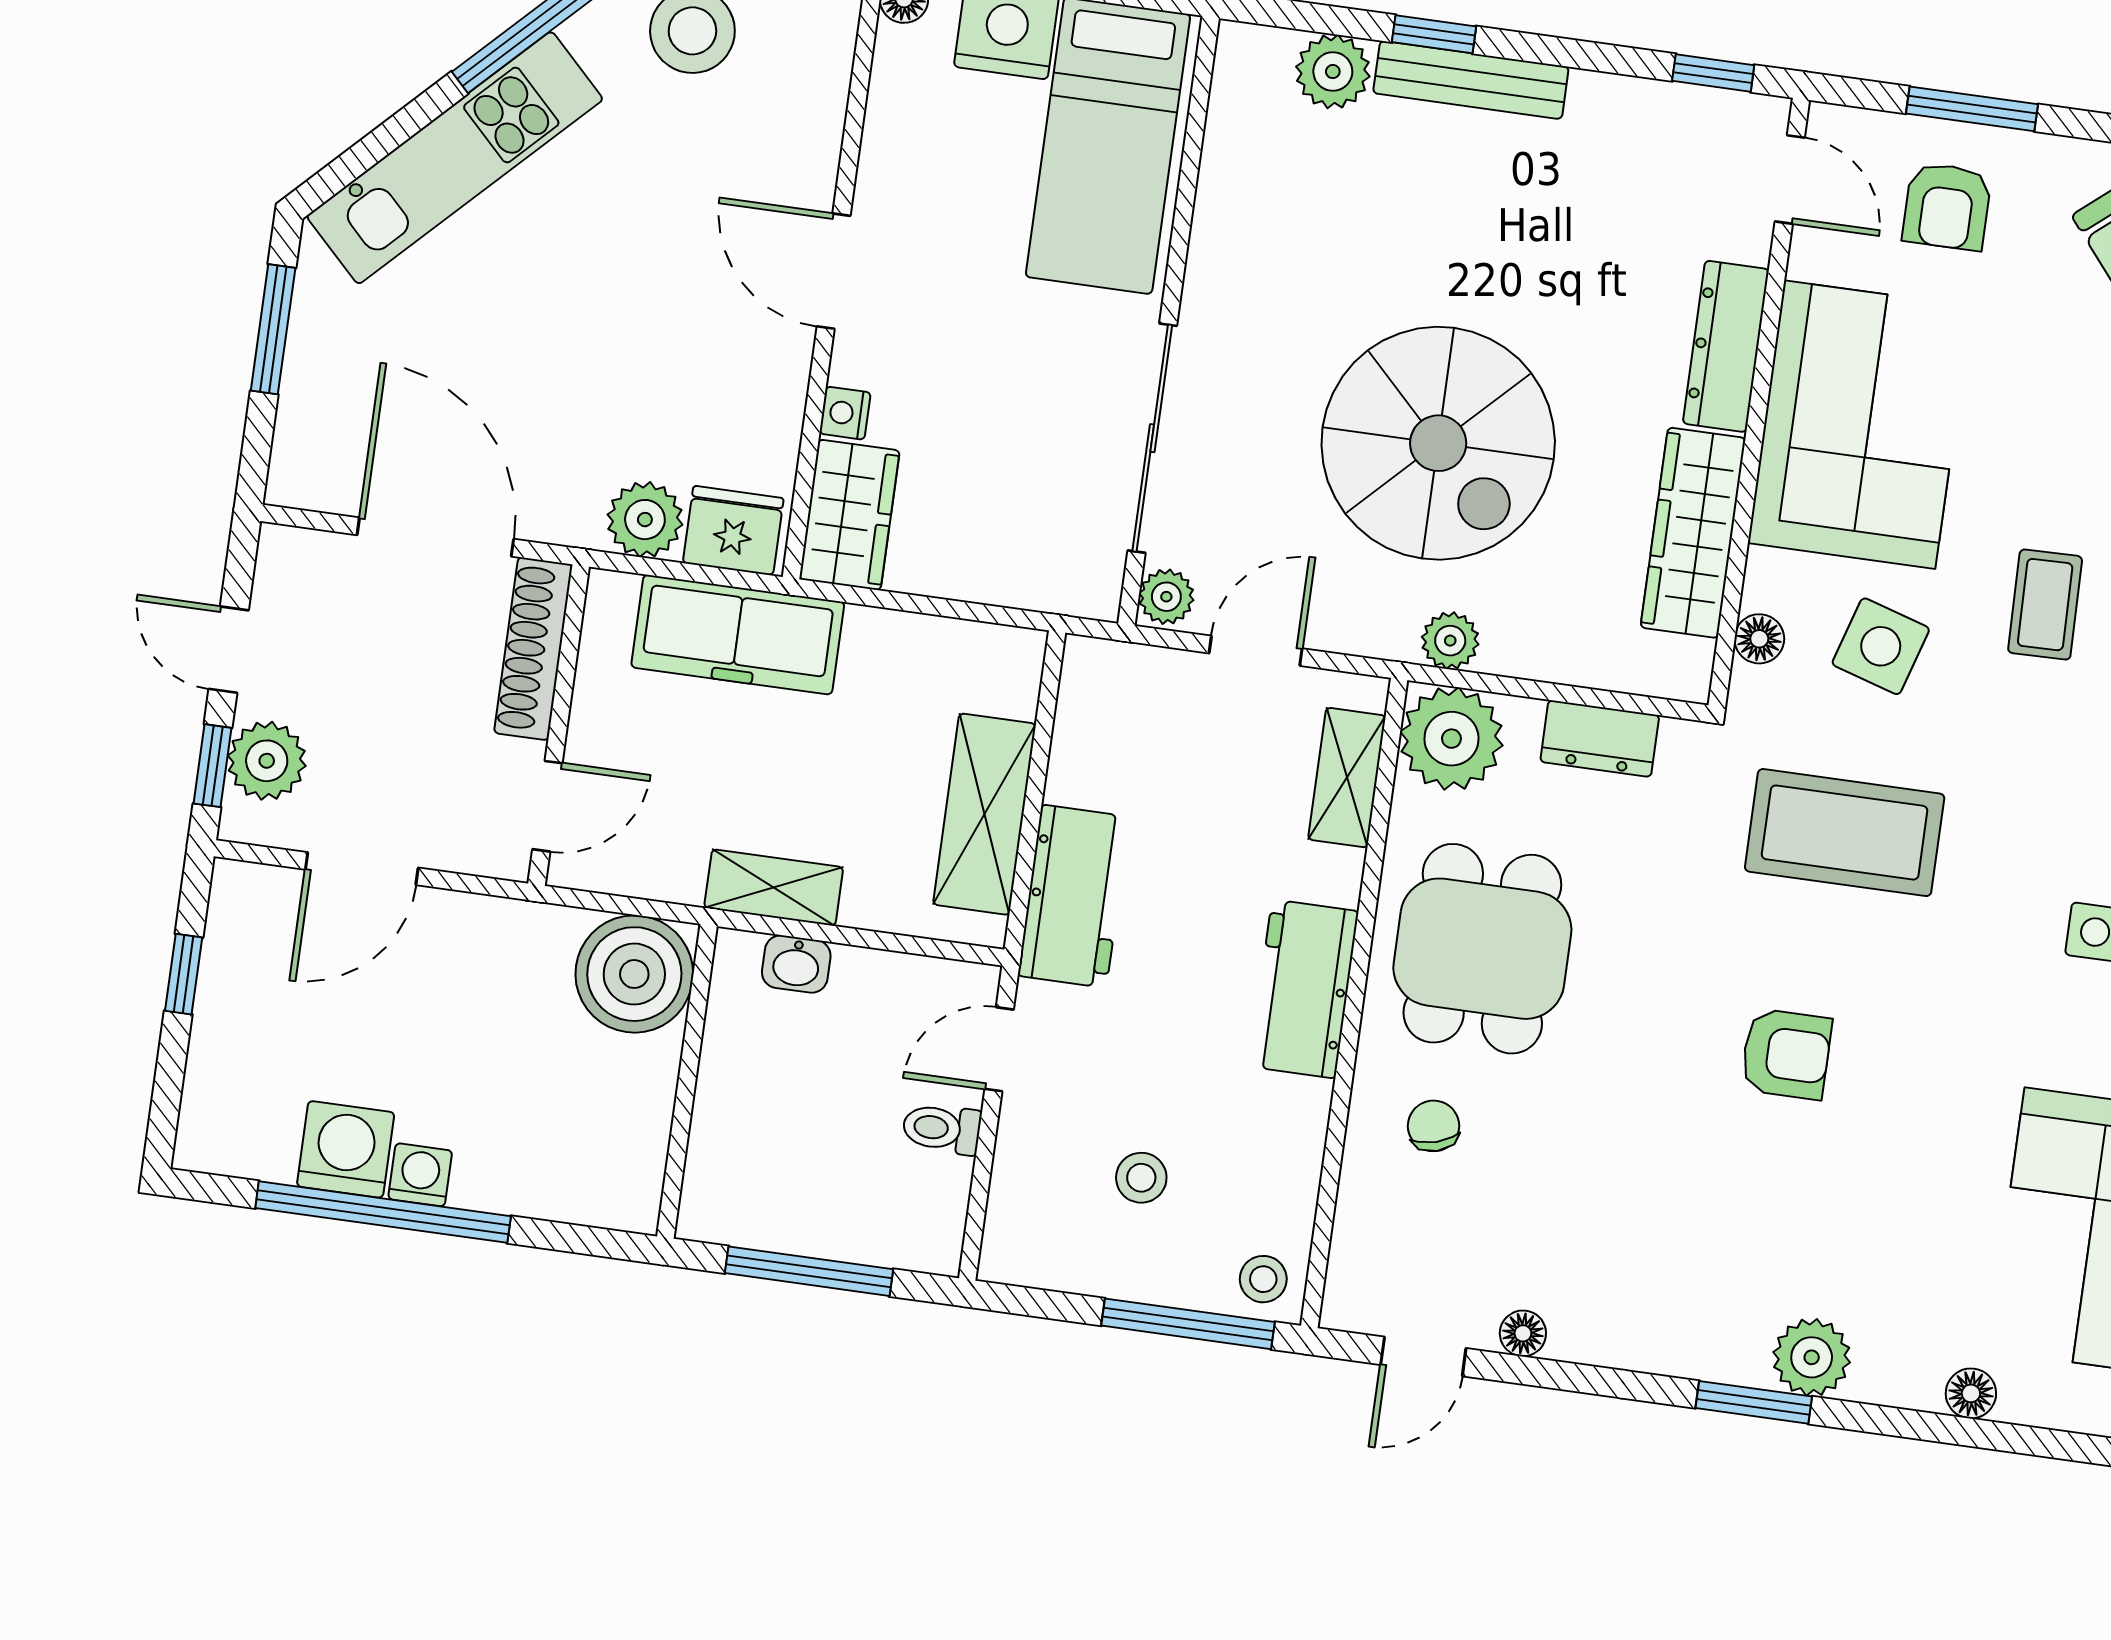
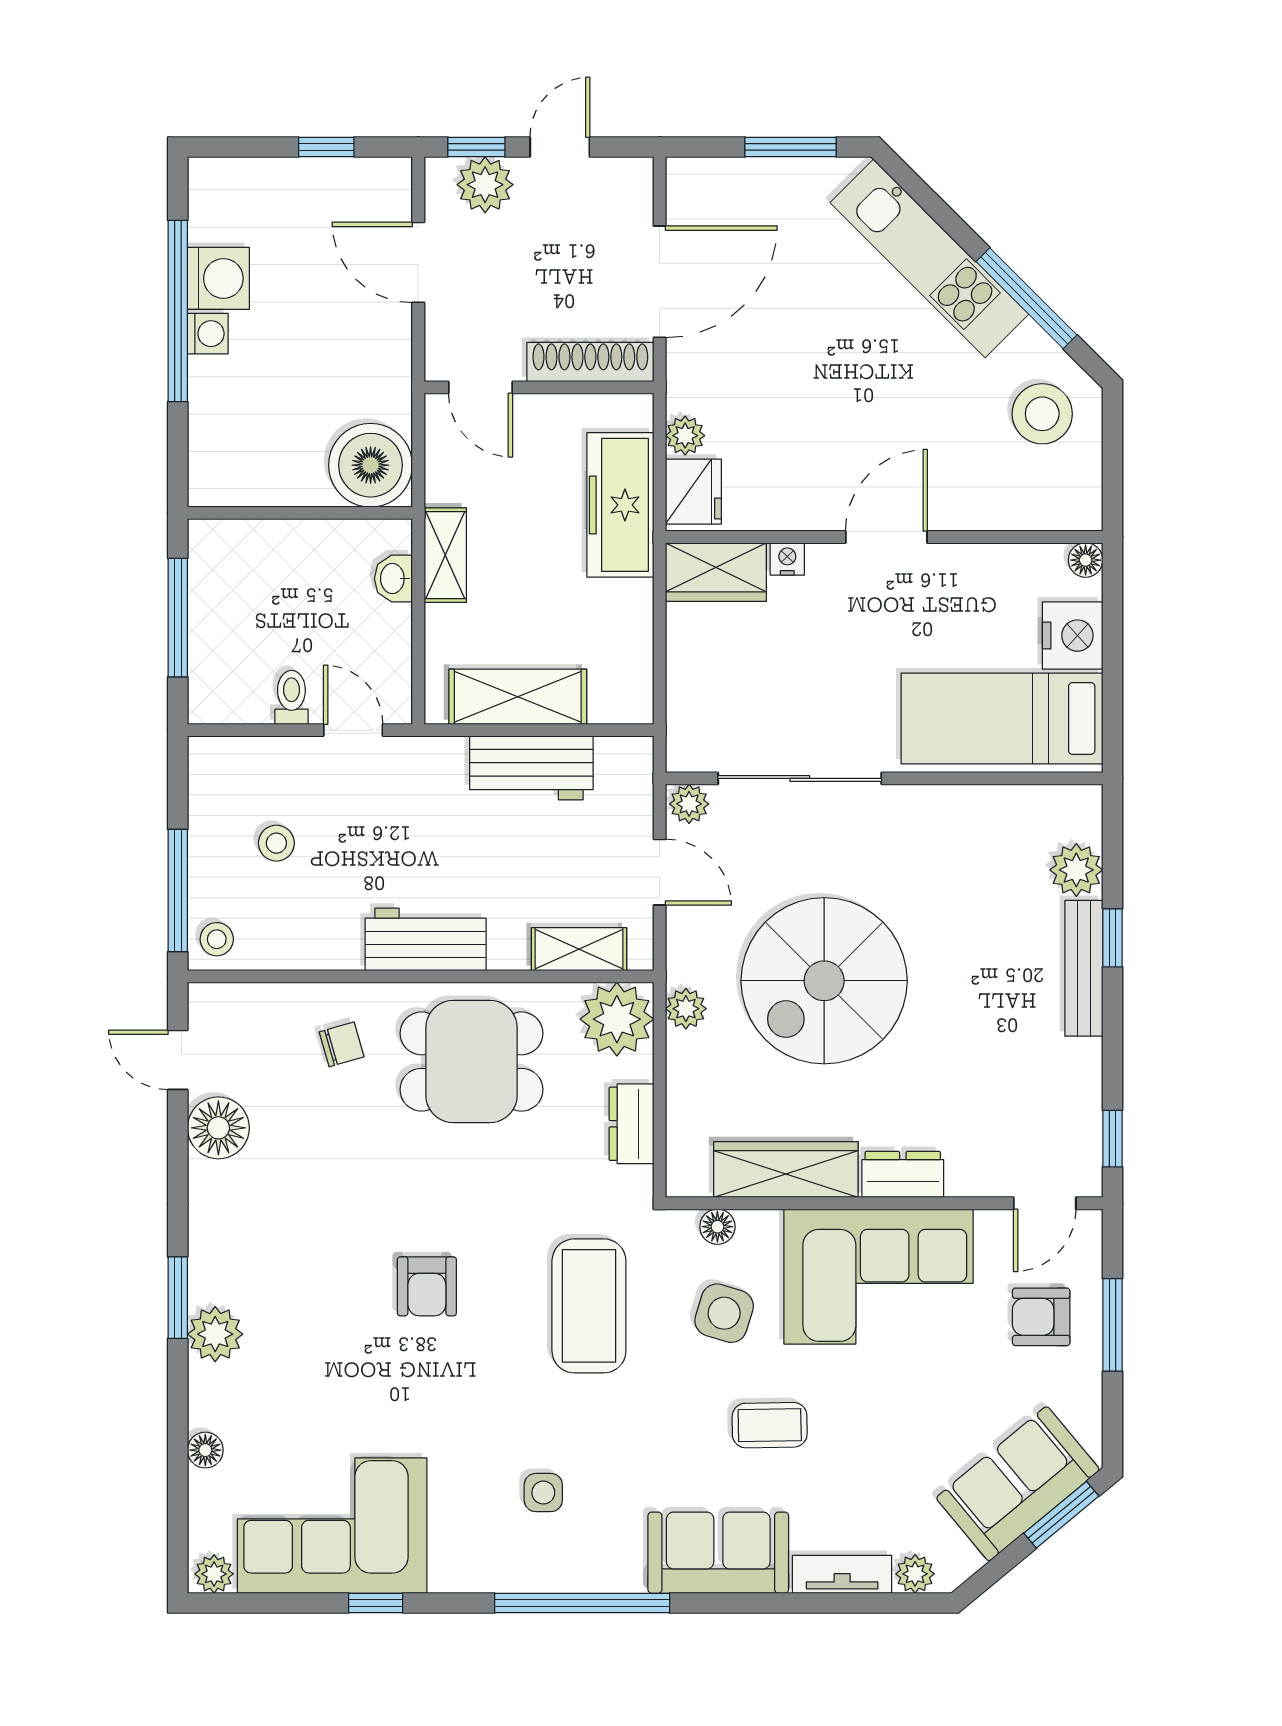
dresser: (1726, 346) -> (903, 1174), width x0.70
plant: (645, 520) -> (685, 436), width x0.73, depth x0.73
workbench: (1074, 896) -> (531, 768), moved
floor lamp: (1523, 1333) -> (218, 1128), width x1.89, depth x1.89

